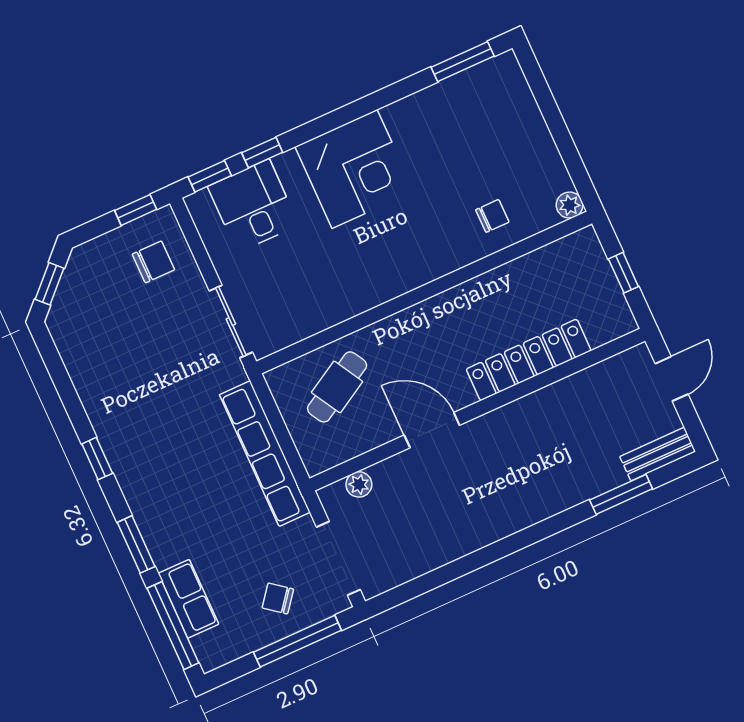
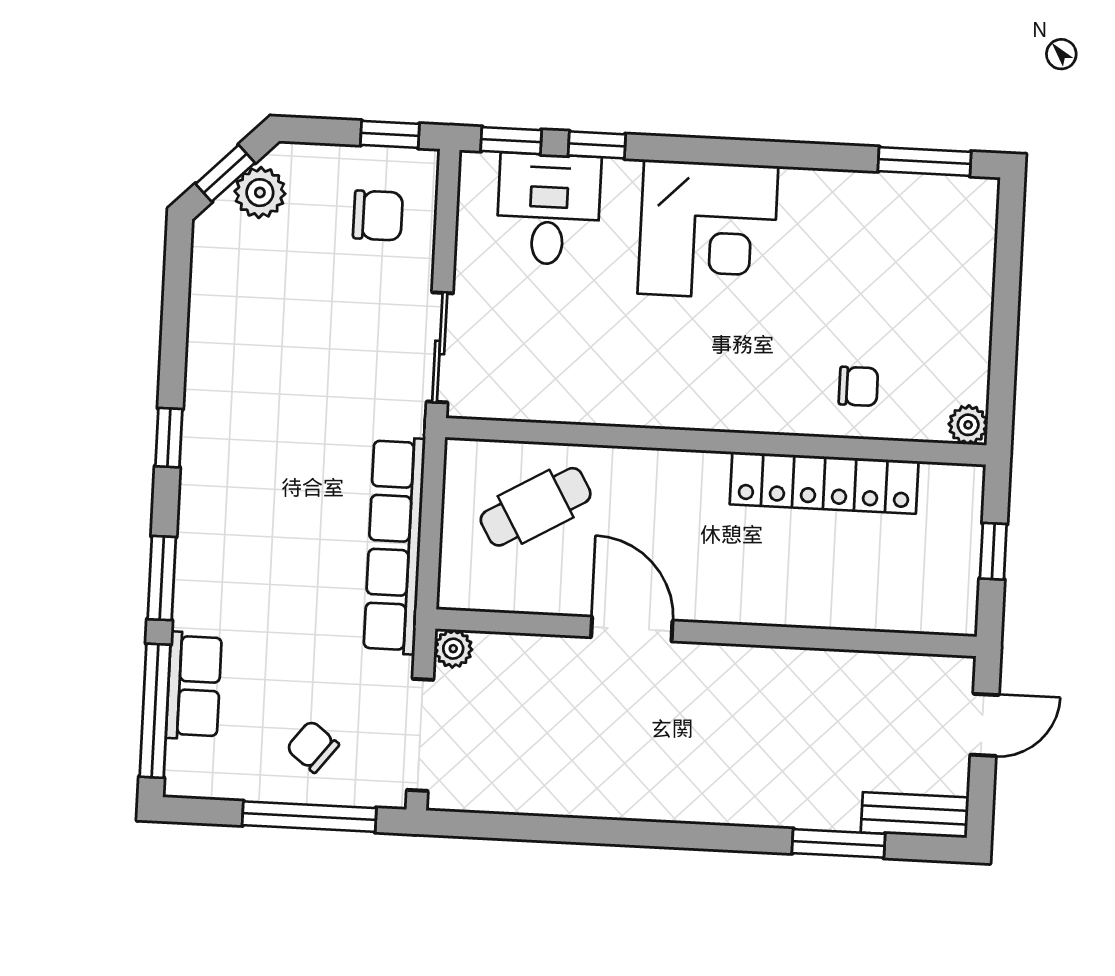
plant: (76, 285) -> (260, 193), added
locker: (529, 360) -> (824, 483), moved, turned 180
plant: (359, 484) -> (453, 649), moved

